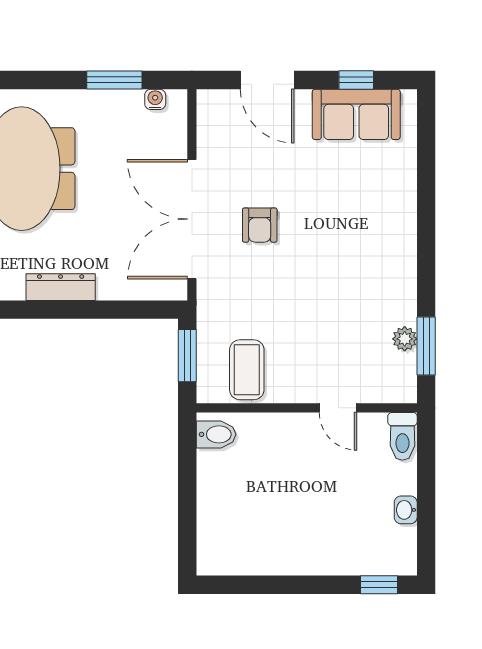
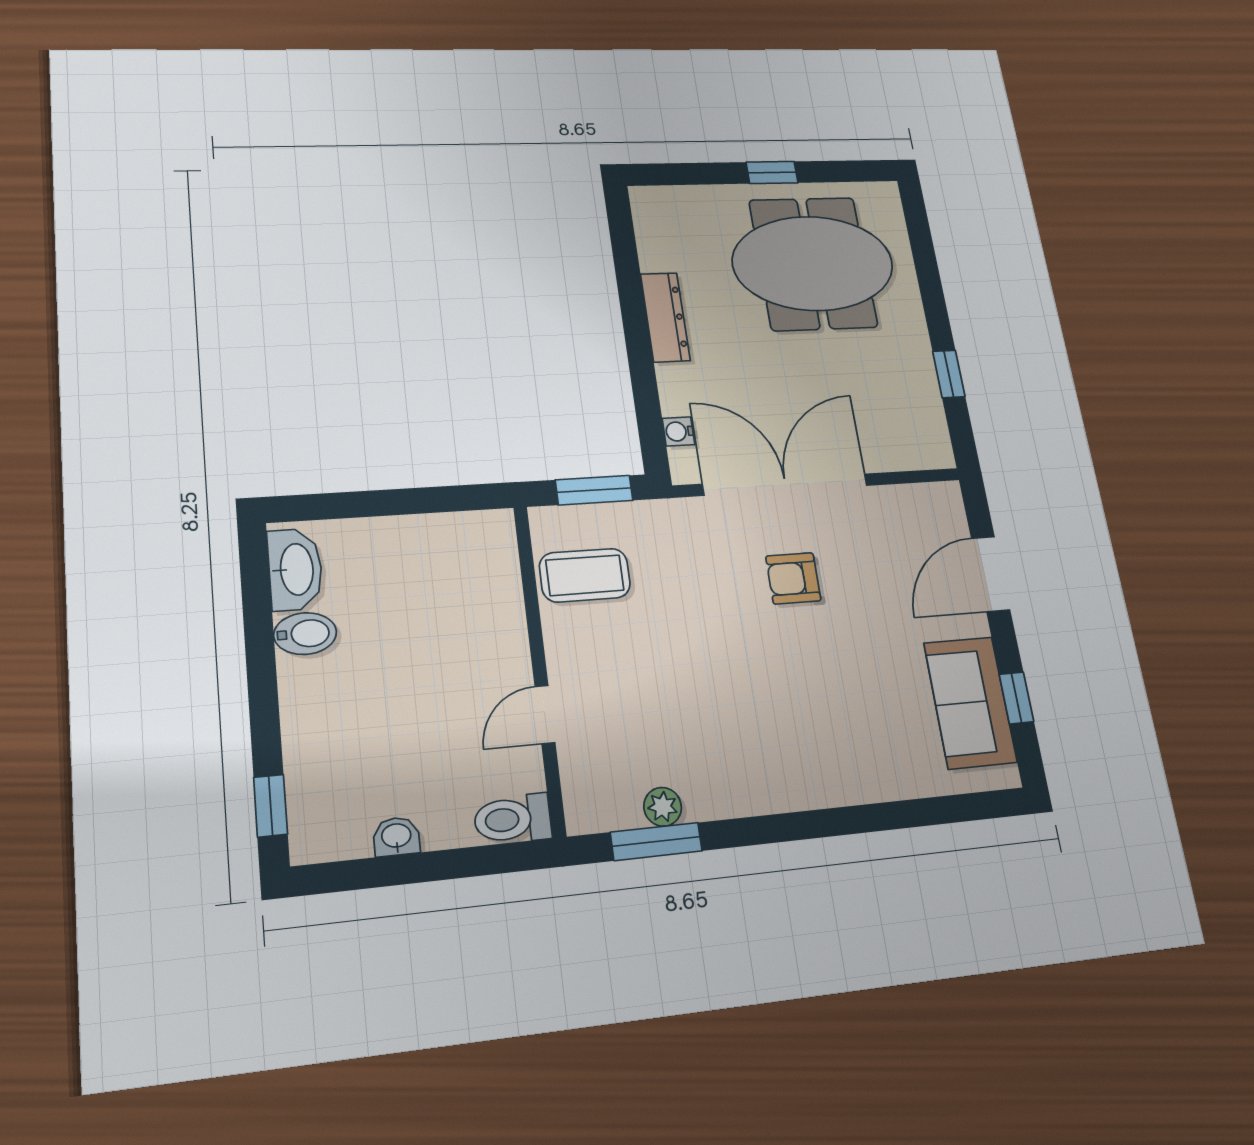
window: (114, 80) -> (949, 374), width x0.67
water cooler: (155, 99) -> (678, 431), moved, turned 180
bidet: (216, 434) -> (305, 634), moved, turned -90
washbasin: (229, 559) -> (295, 569), added

